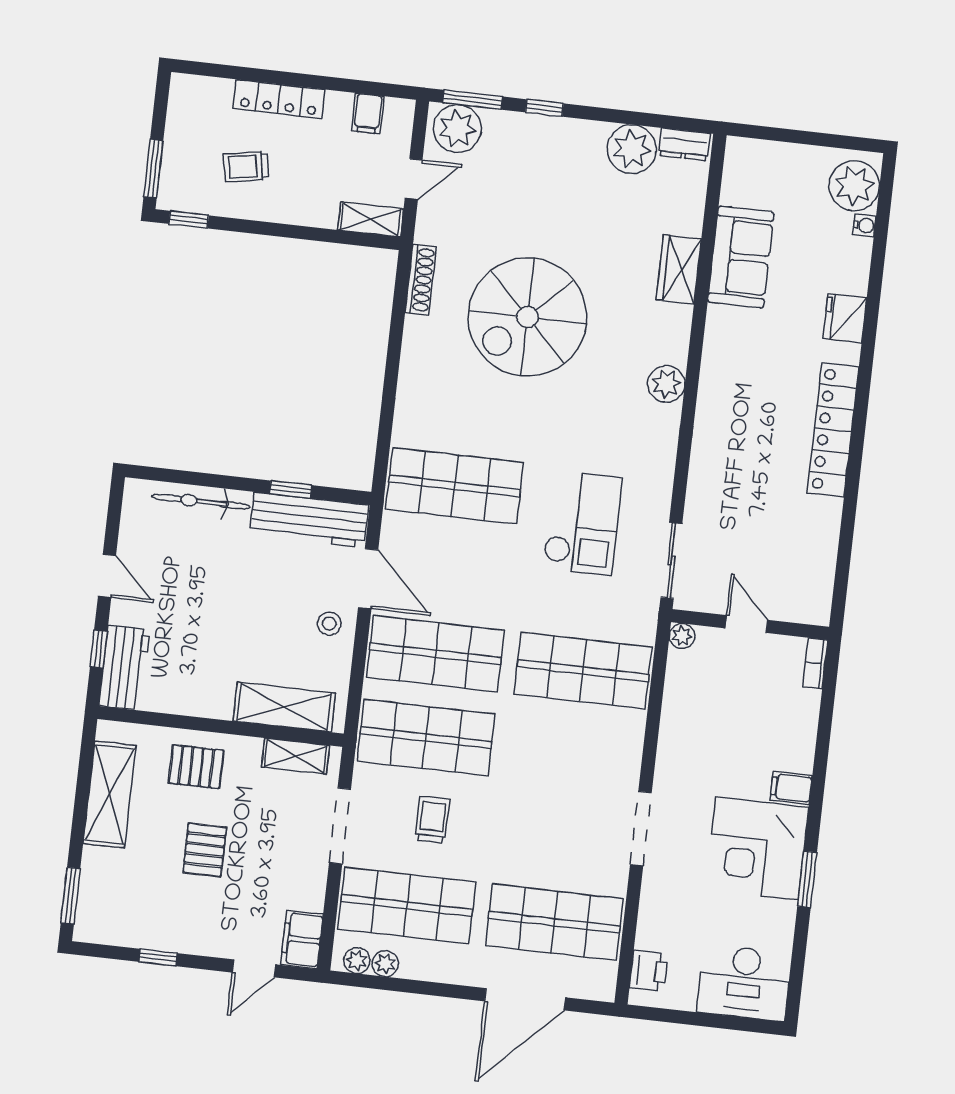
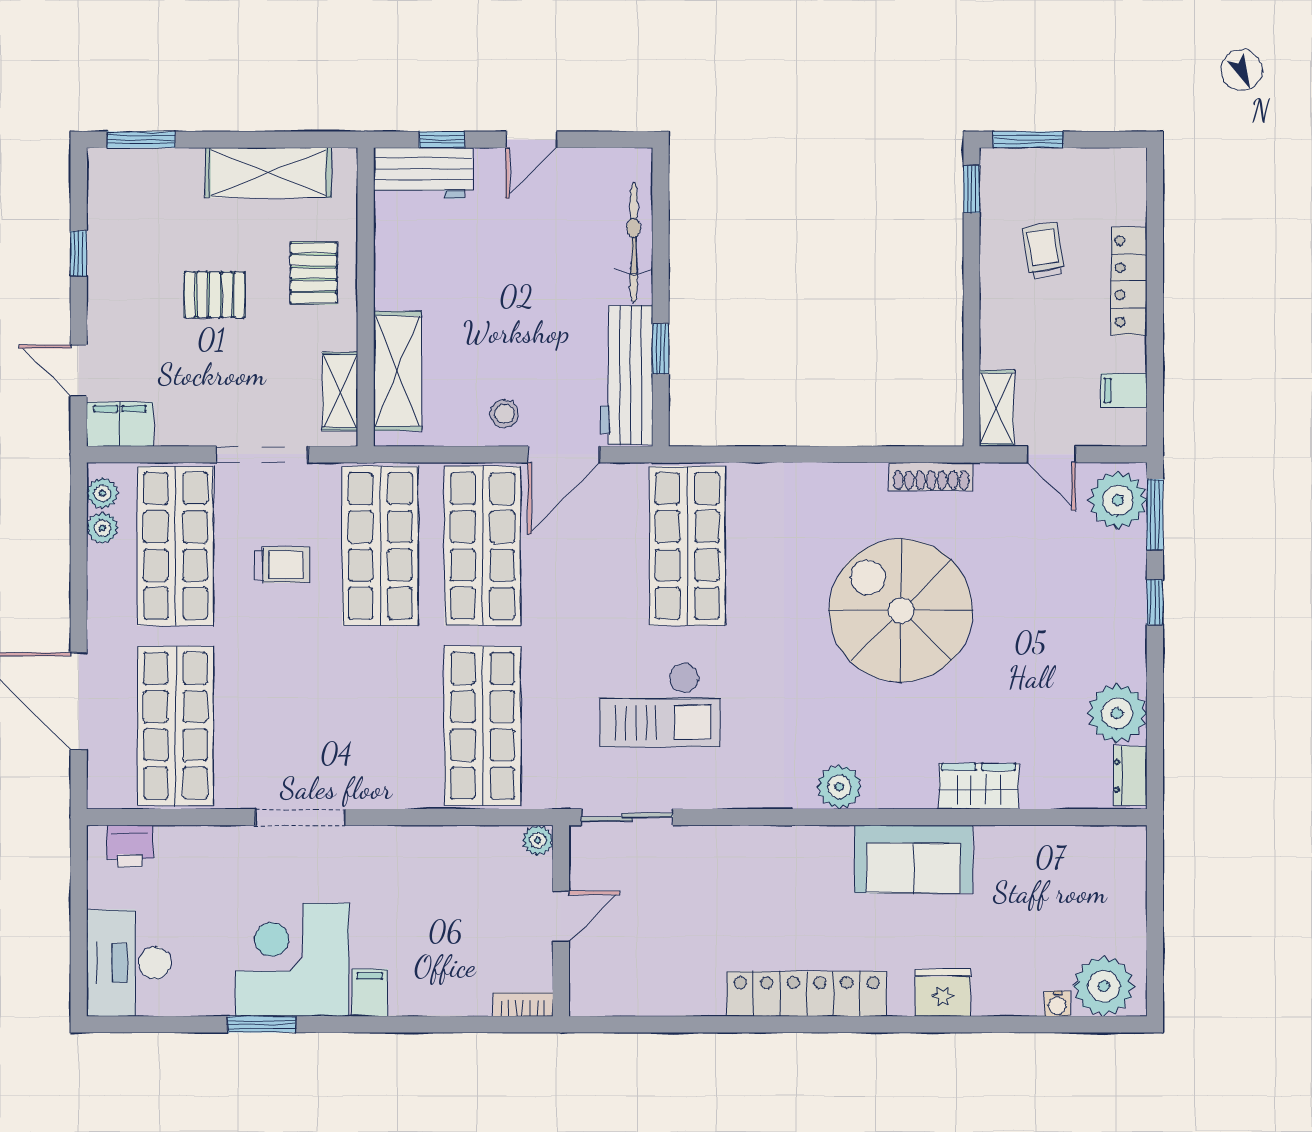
sofa: (741, 257) -> (914, 859), moved

